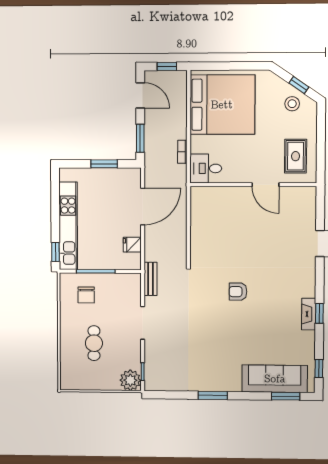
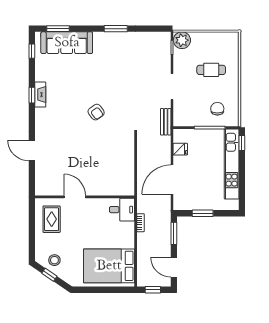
bed: (222, 105) -> (109, 266), width x0.73
armchair: (238, 292) -> (96, 112), turned 54
cafe table: (94, 343) -> (211, 70), turned 90

